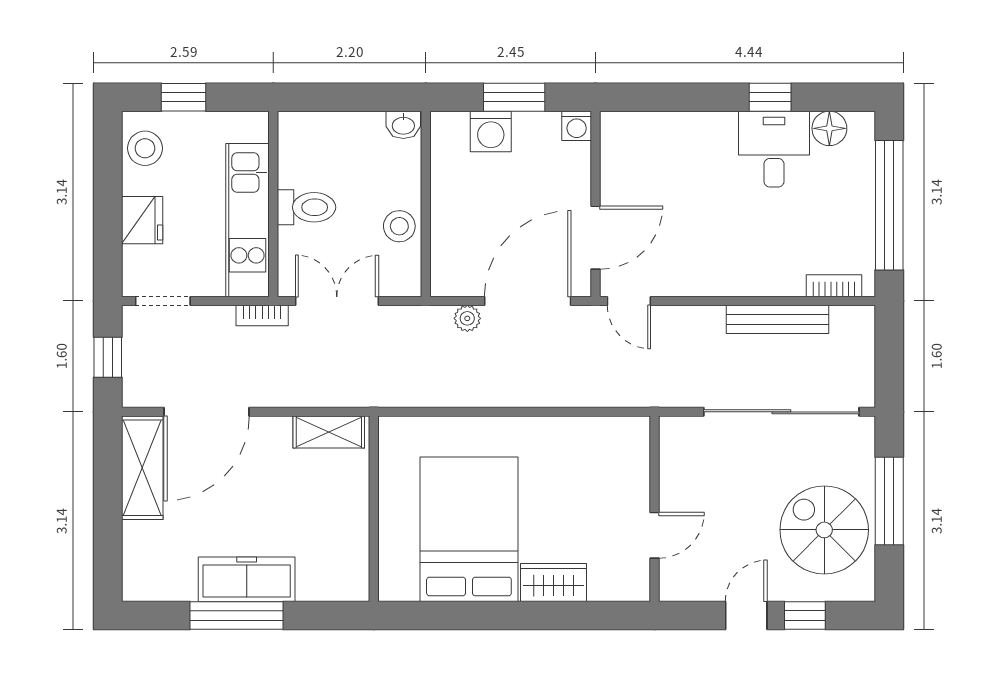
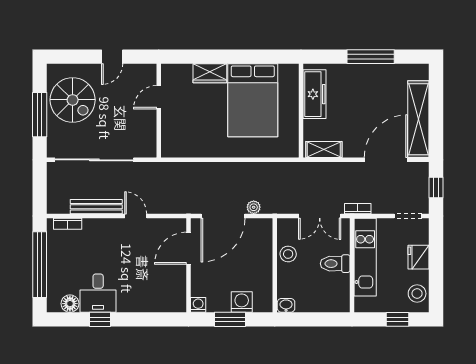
door: (629, 301) -> (136, 216), moved
shelving: (142, 468) -> (418, 119), width x1.47
freezer: (247, 579) -> (315, 94), moved, turned -90
window: (805, 616) -> (82, 57), removed

